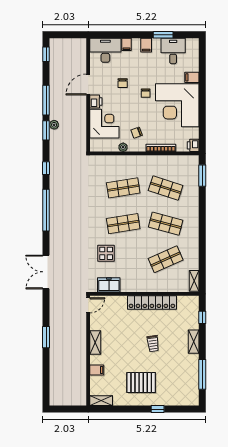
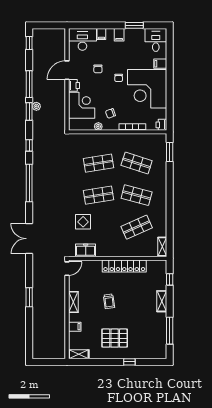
desk: (173, 51) -> (156, 40), moved
trolley: (153, 344) -> (109, 301), moved

